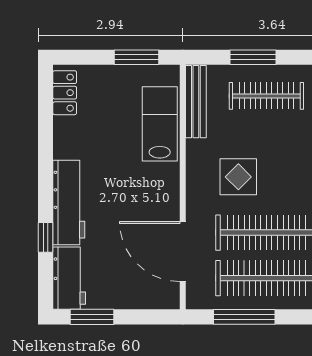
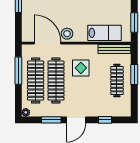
stool: (162, 208) -> (67, 34), added
door: (183, 251) -> (48, 43), hinge flipped

